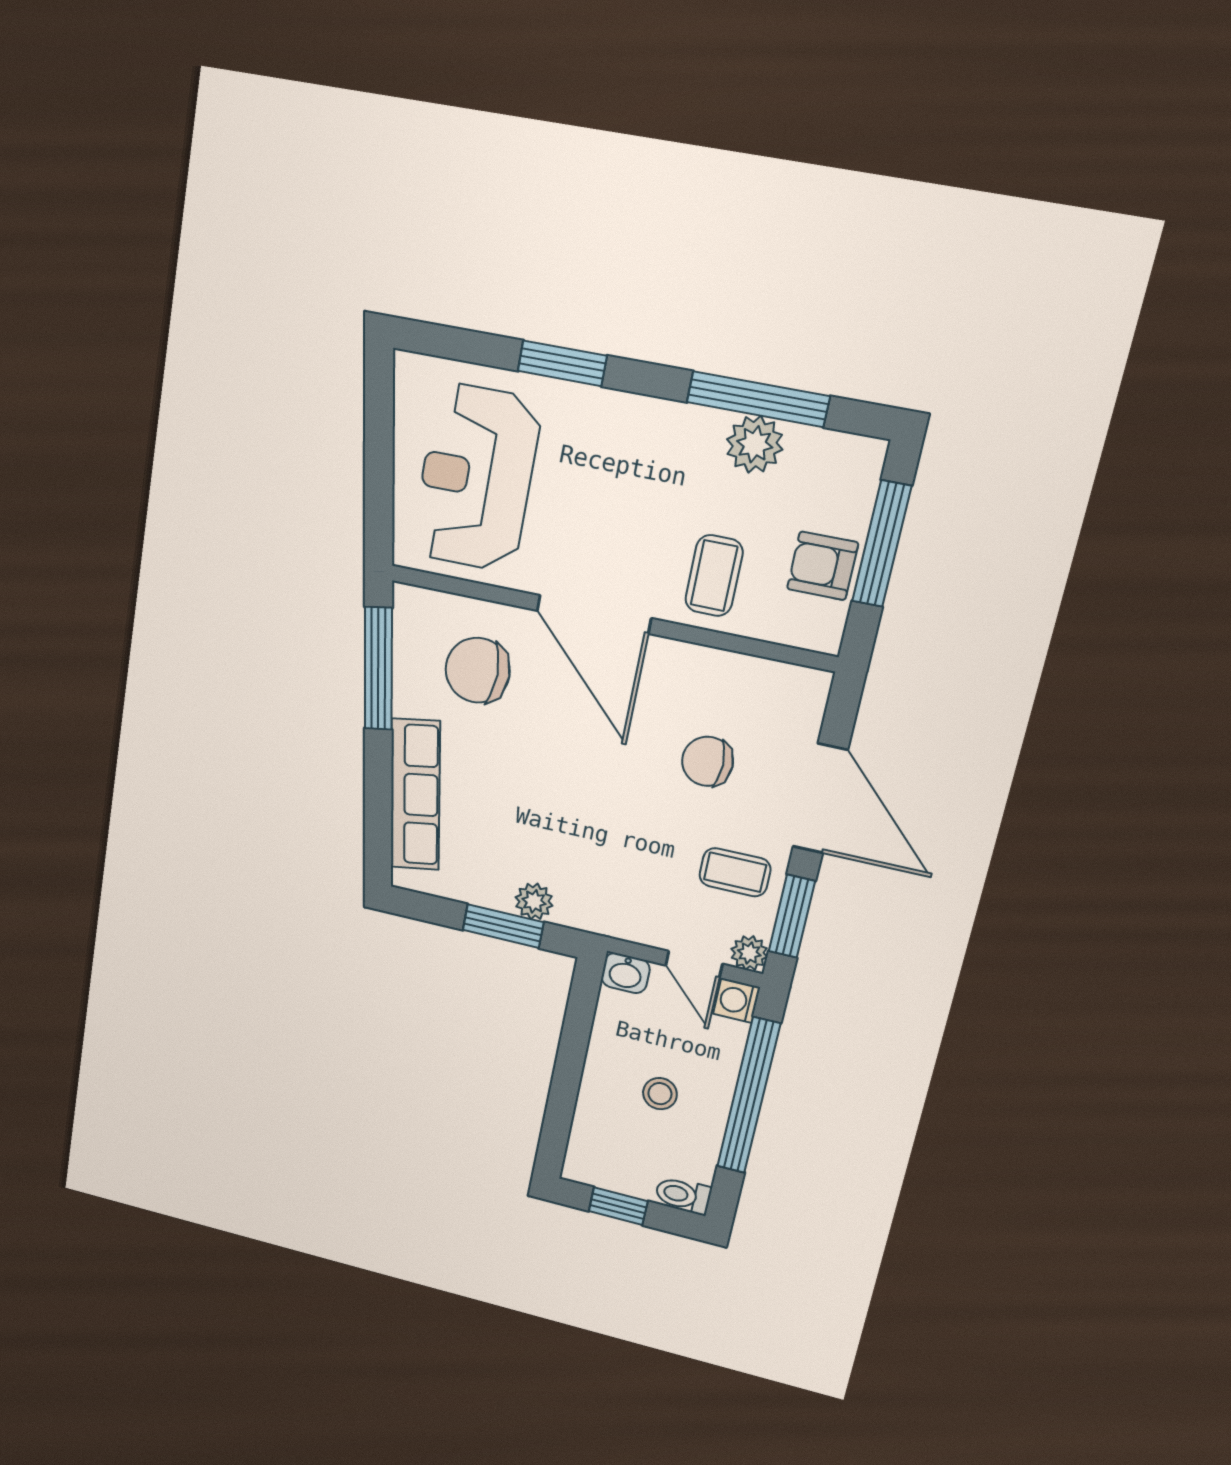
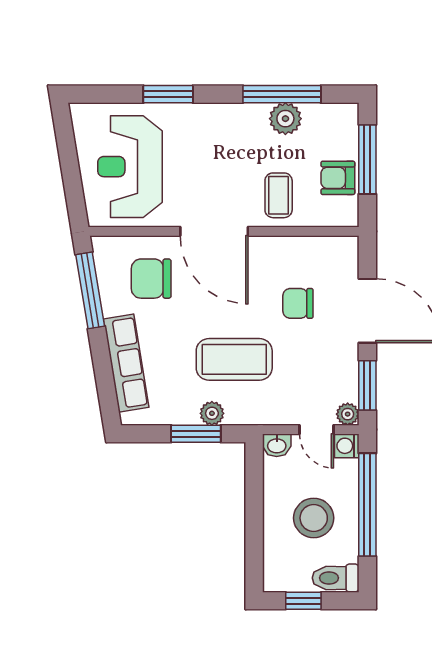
coffee table: (735, 872) -> (234, 359), moved, width x1.86, depth x1.72
stool: (660, 1094) -> (314, 518), width x1.89, depth x1.89
toilet: (683, 1195) -> (336, 578), width x1.37, depth x1.39

